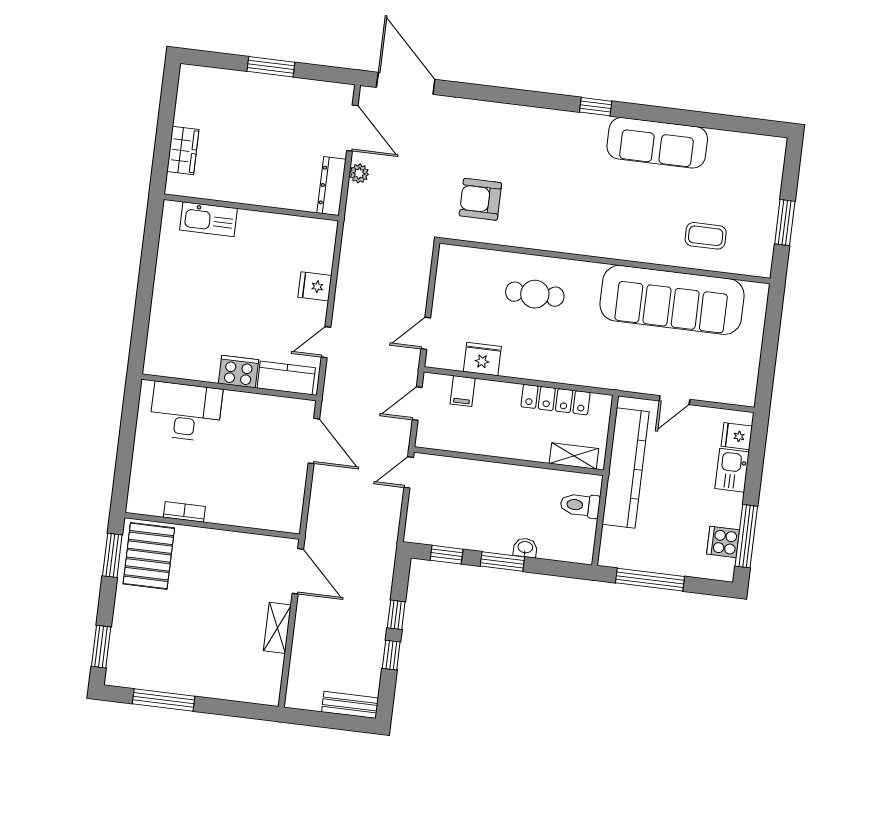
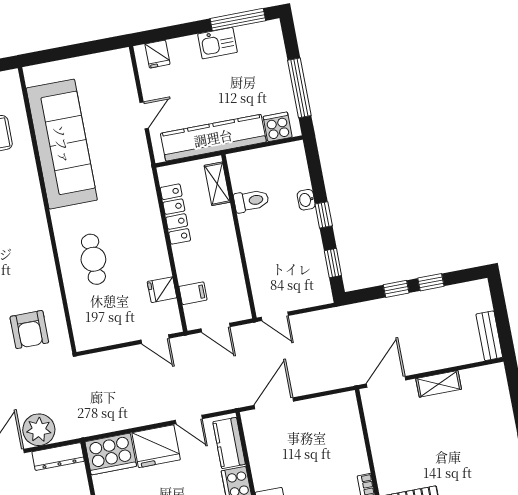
plant: (359, 173) -> (39, 430), width x1.88, depth x1.88
cooker: (316, 245) -> (111, 454), added
fridge: (315, 286) -> (156, 446), width x1.88, depth x1.34
fridge: (482, 359) -> (162, 290), width x0.72
door: (675, 400) -> (144, 115), hinge flipped
kitchen sink: (732, 470) -> (217, 43), moved
toilet: (580, 505) -> (251, 201), moved, turned -90
cooker: (723, 542) -> (278, 127), moved, turned 180
window: (502, 562) -> (324, 215), width x0.67
bench: (350, 705) -> (489, 336), moved

